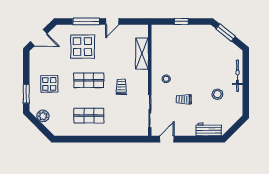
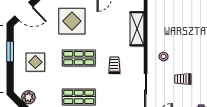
window: (26, 94) -> (10, 52), moved

